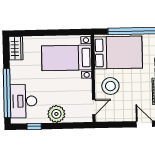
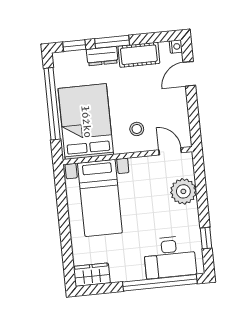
stool: (110, 86) -> (137, 129), width x0.53, depth x0.53
plant: (56, 114) -> (183, 191), moved

